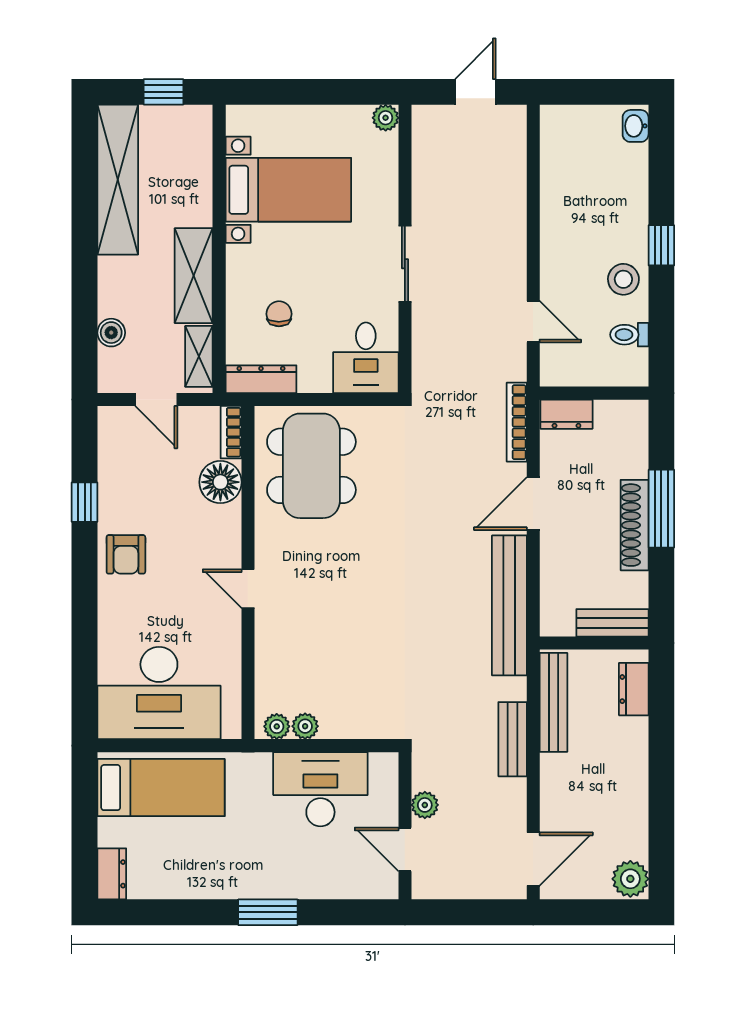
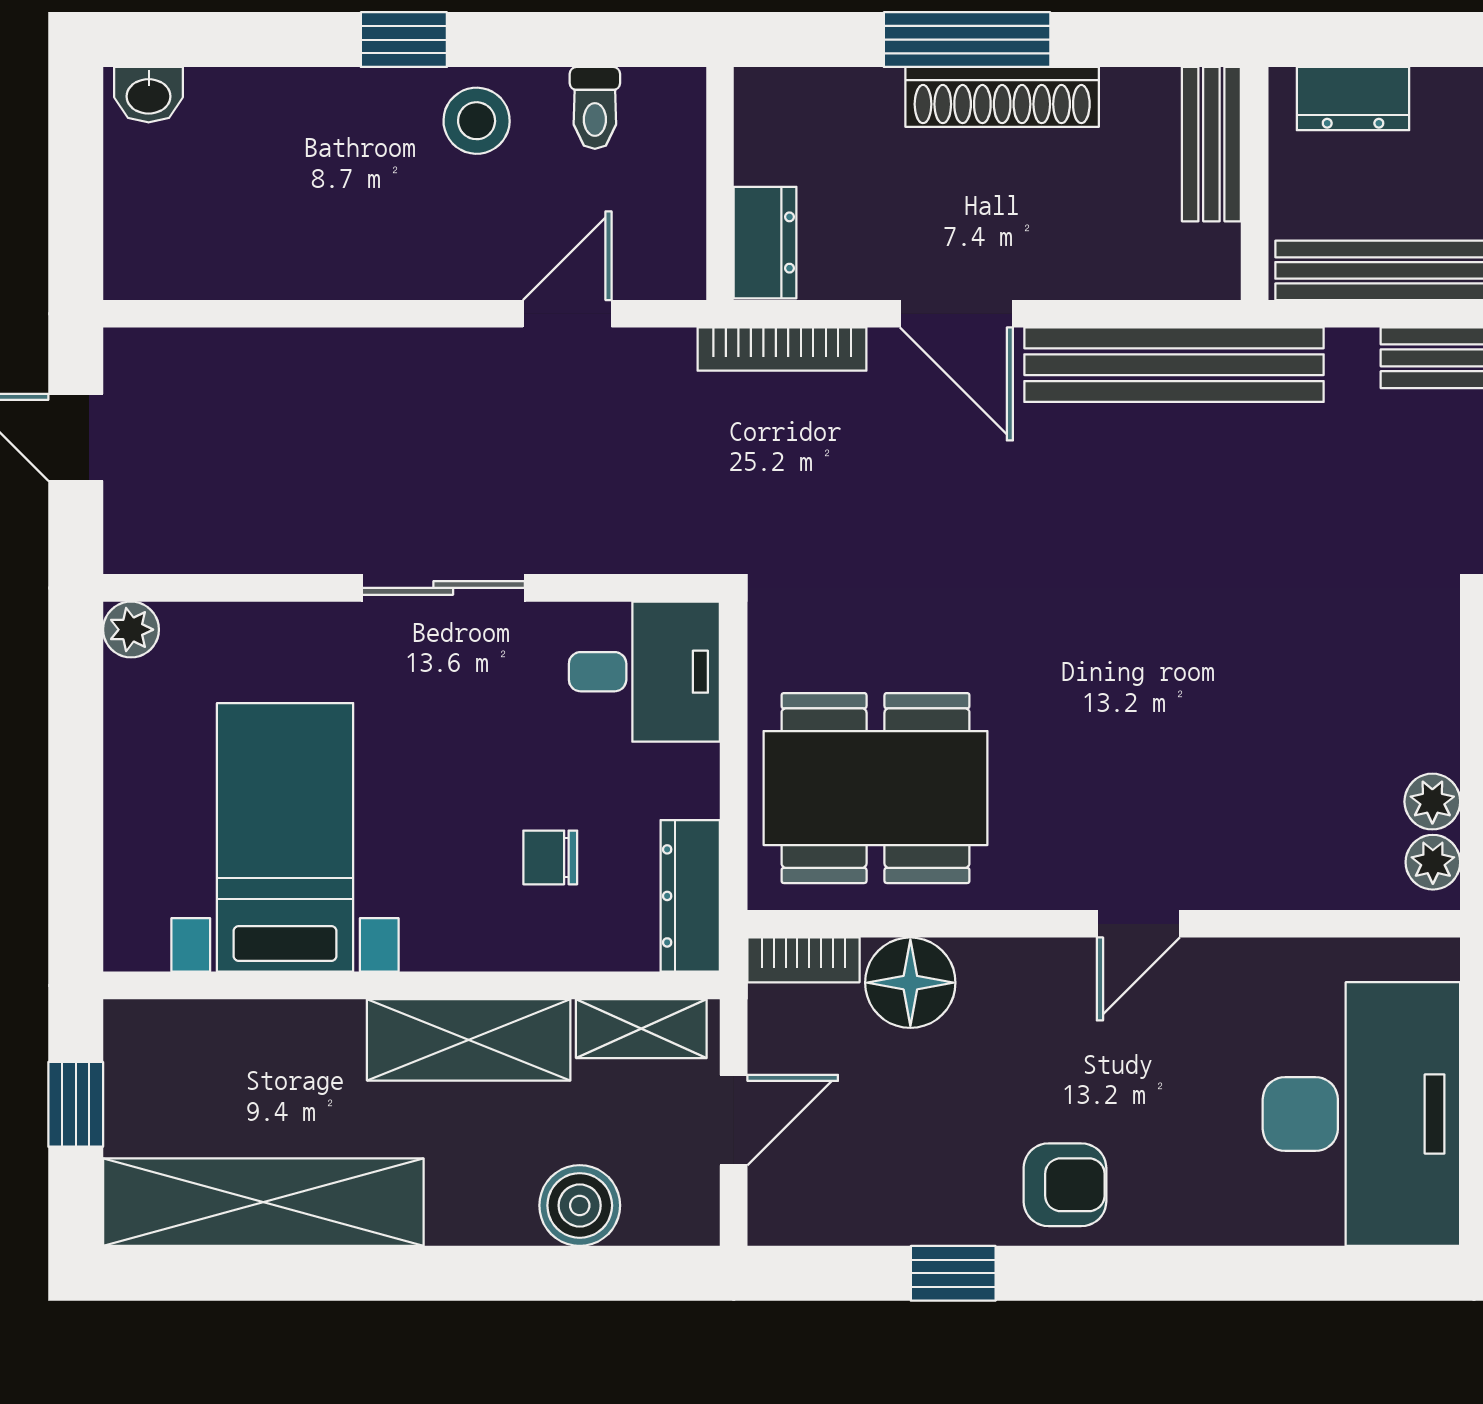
boiler: (111, 333) -> (580, 1205), width x1.36, depth x1.36

